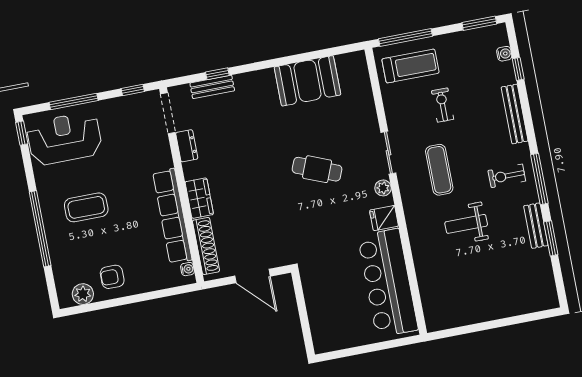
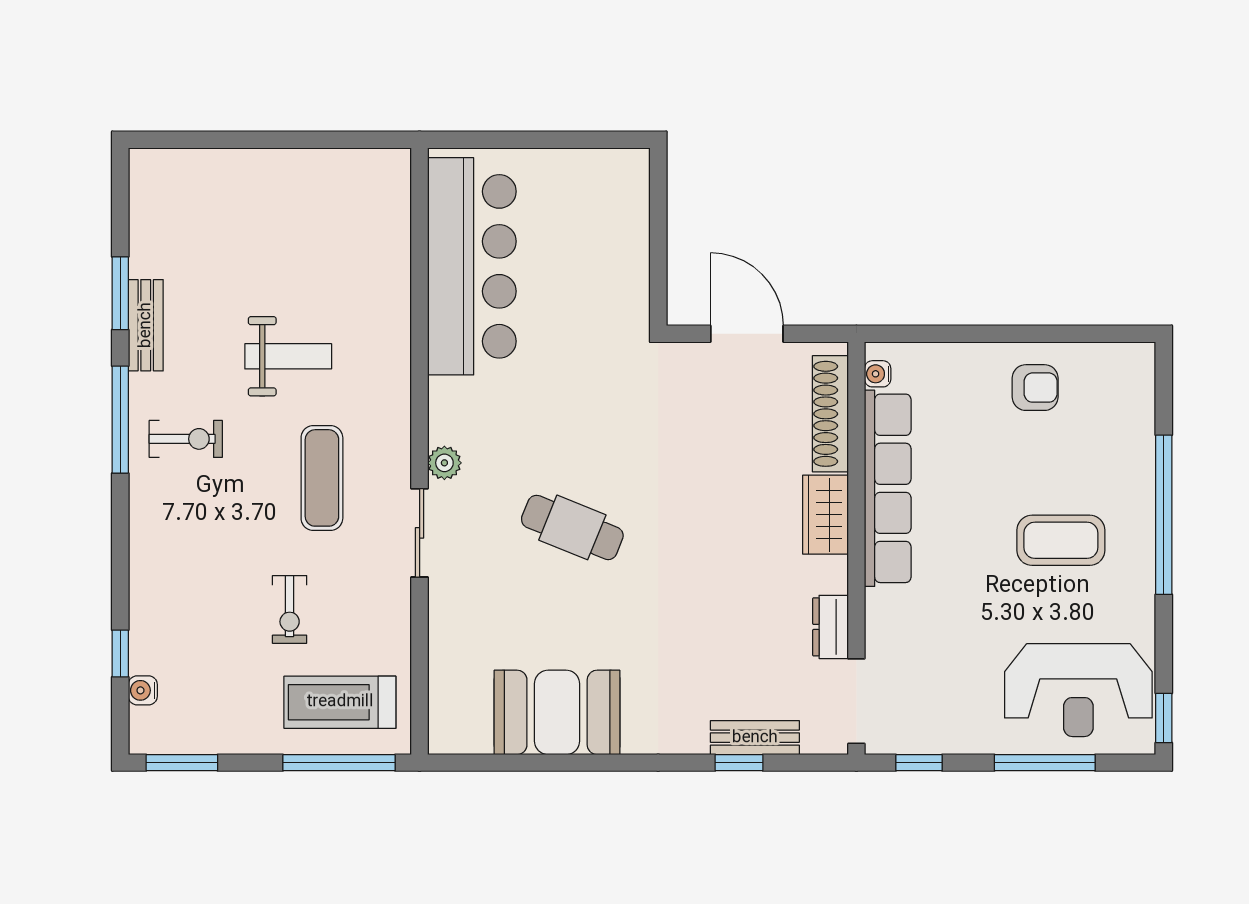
bench: (515, 114) -> (145, 563), removed
fridge: (384, 218) -> (454, 401), removed
plant: (83, 294) -> (1102, 364), removed

